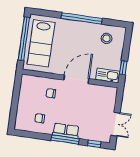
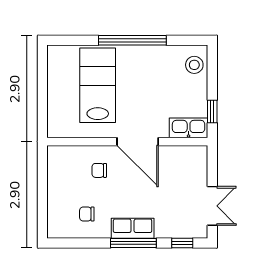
stool: (107, 38) -> (194, 65), moved
window: (24, 39) -> (42, 87), removed
lab bench: (41, 43) -> (98, 85), moved, turned 180
door: (76, 79) -> (138, 142), swing flipped

